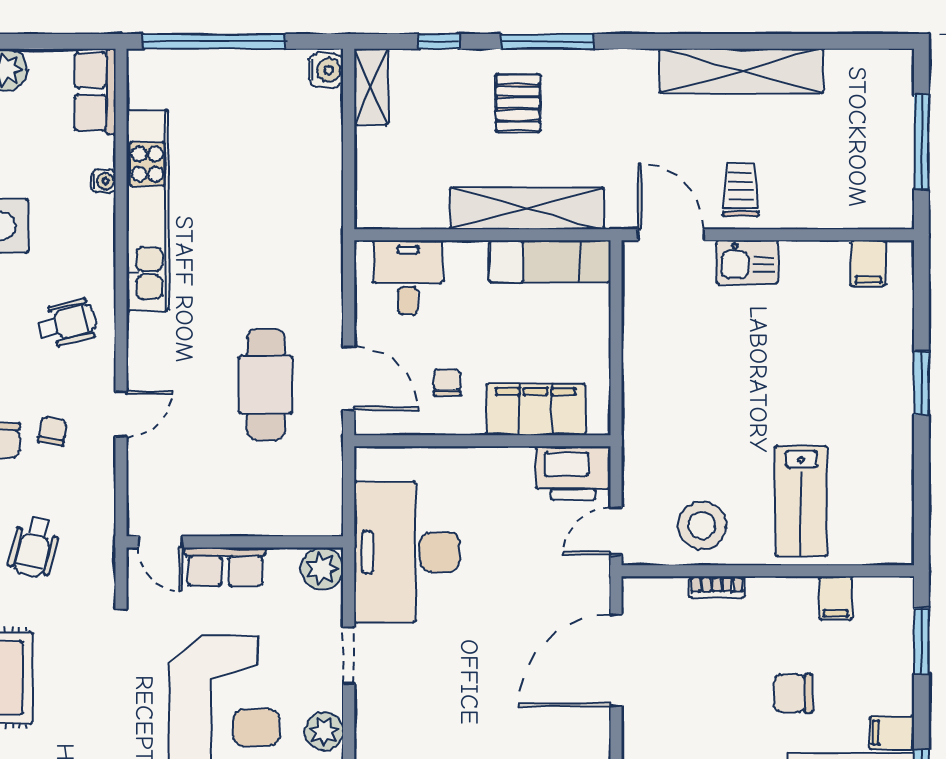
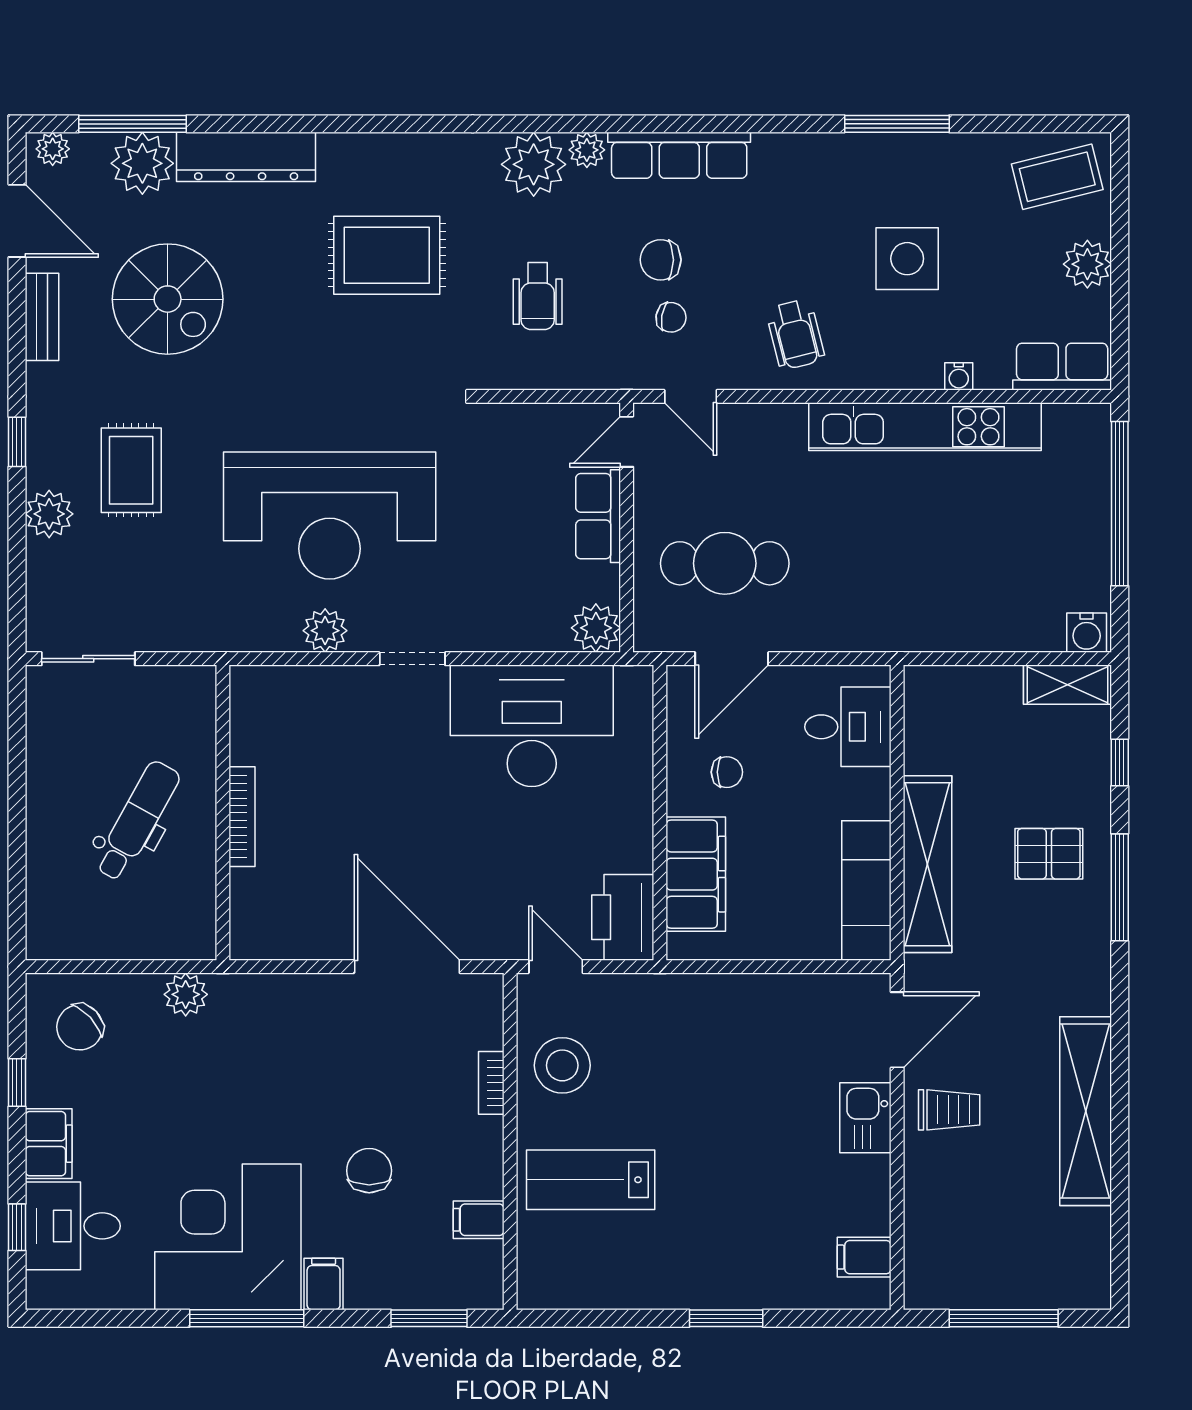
door: (160, 542) -> (627, 442), moved
wall: (235, 542) -> (627, 528), moved
wheelchair: (34, 547) -> (538, 296), turned -104
row of seats: (225, 567) -> (598, 516), moved
plant: (322, 569) -> (596, 628), moved

